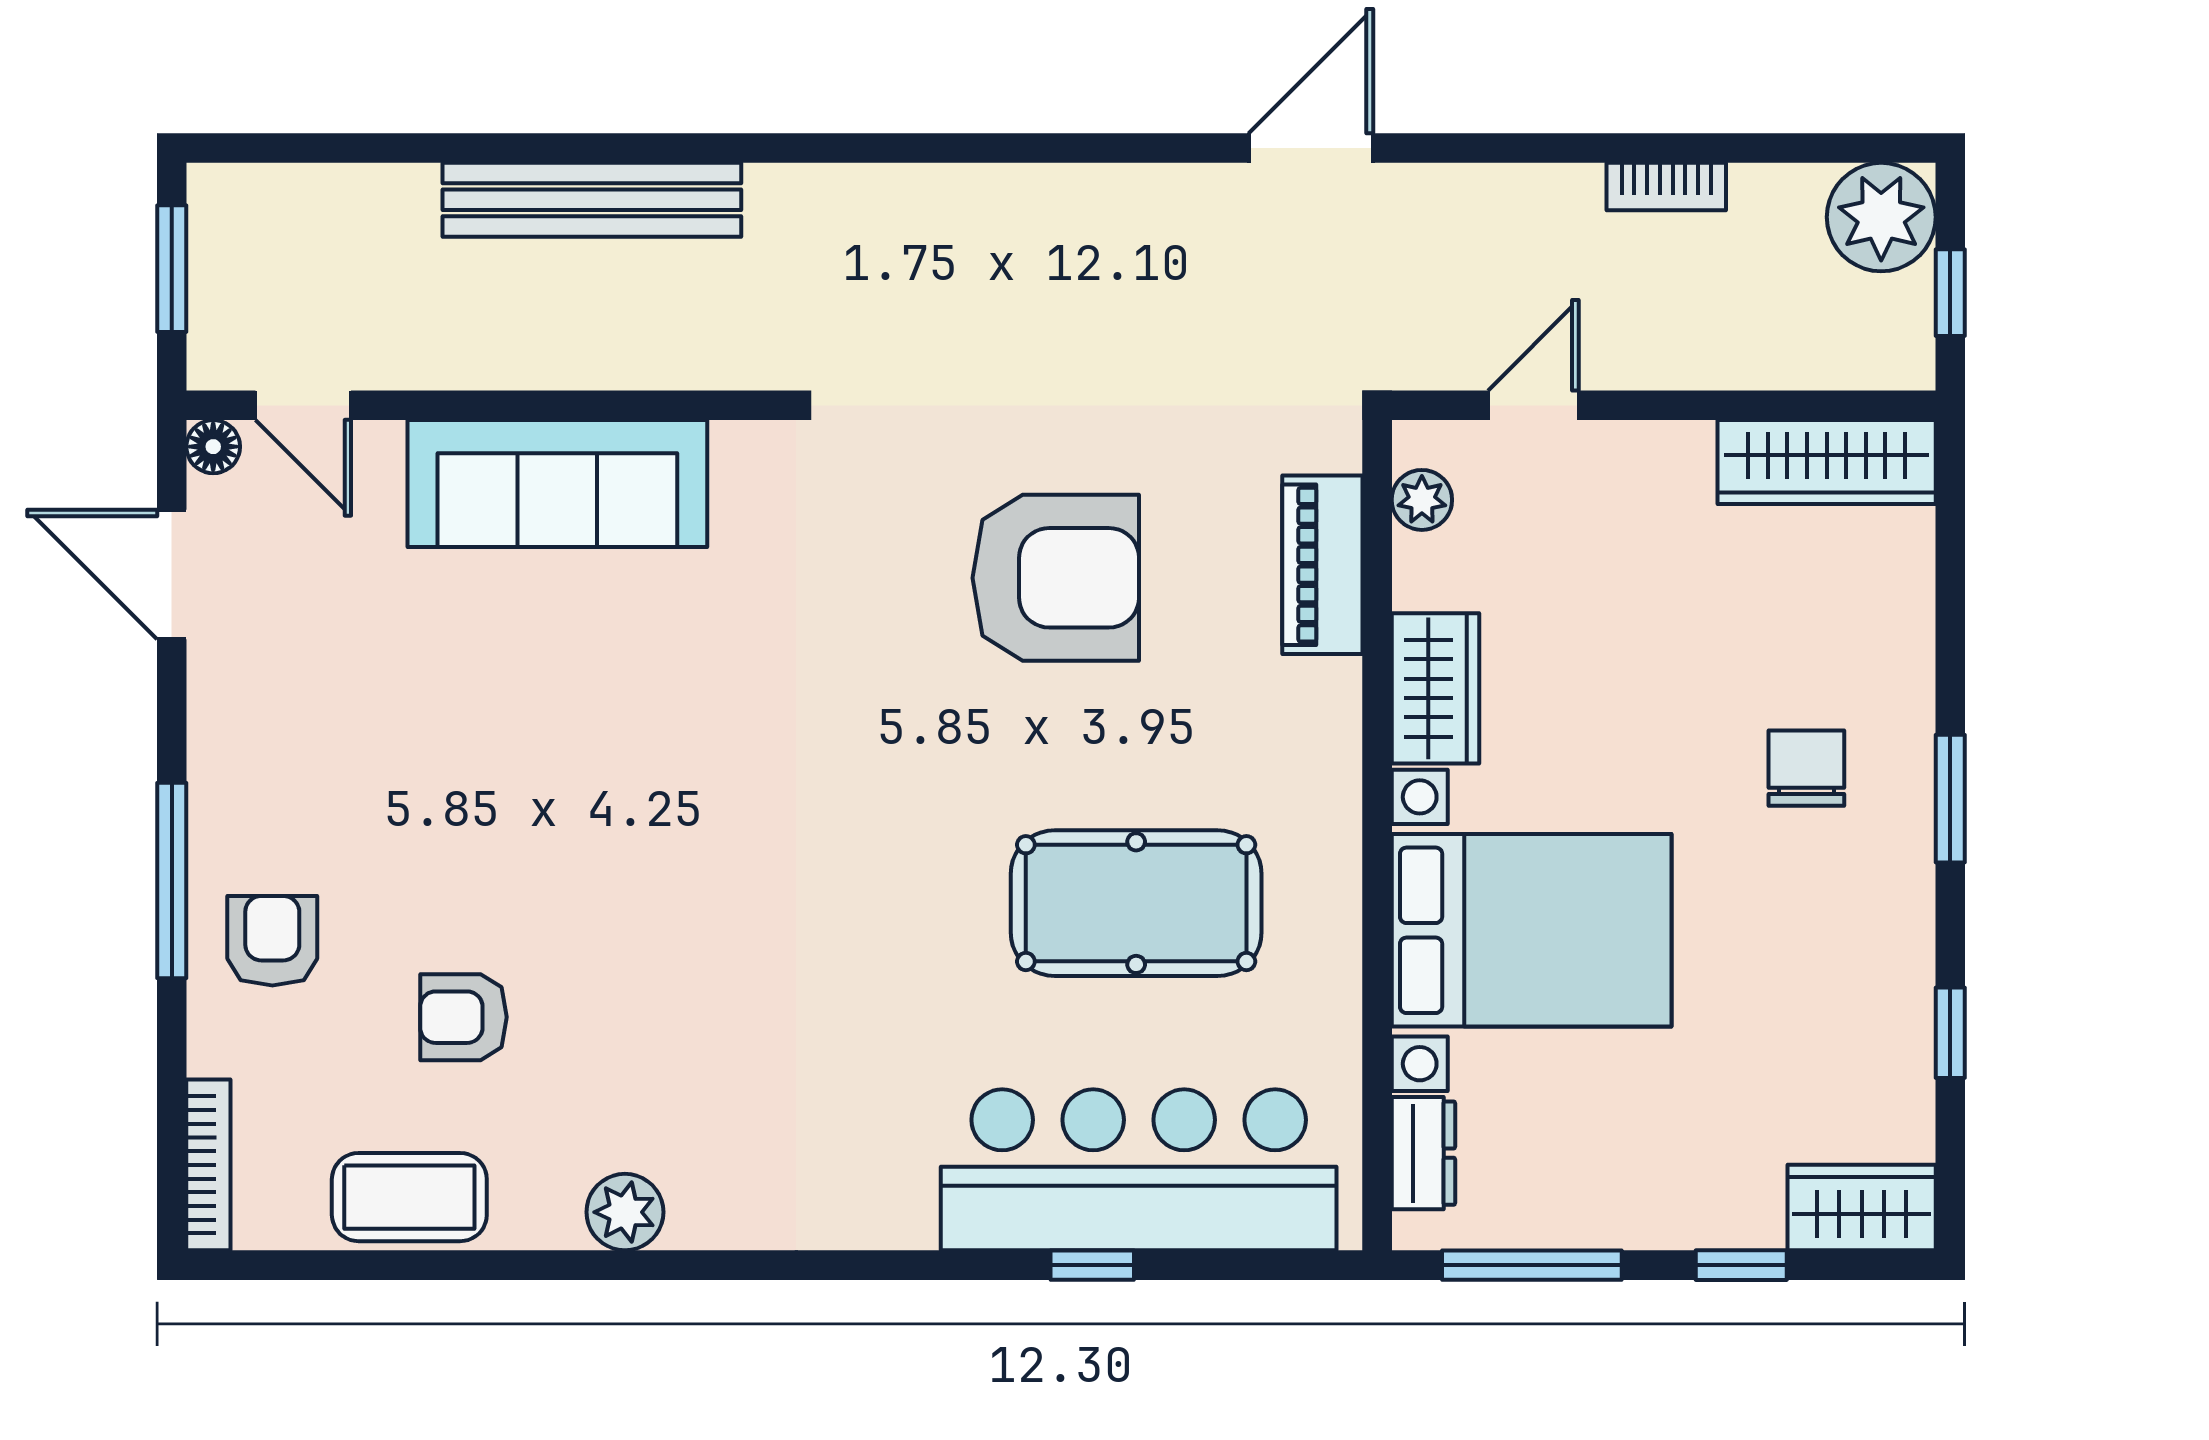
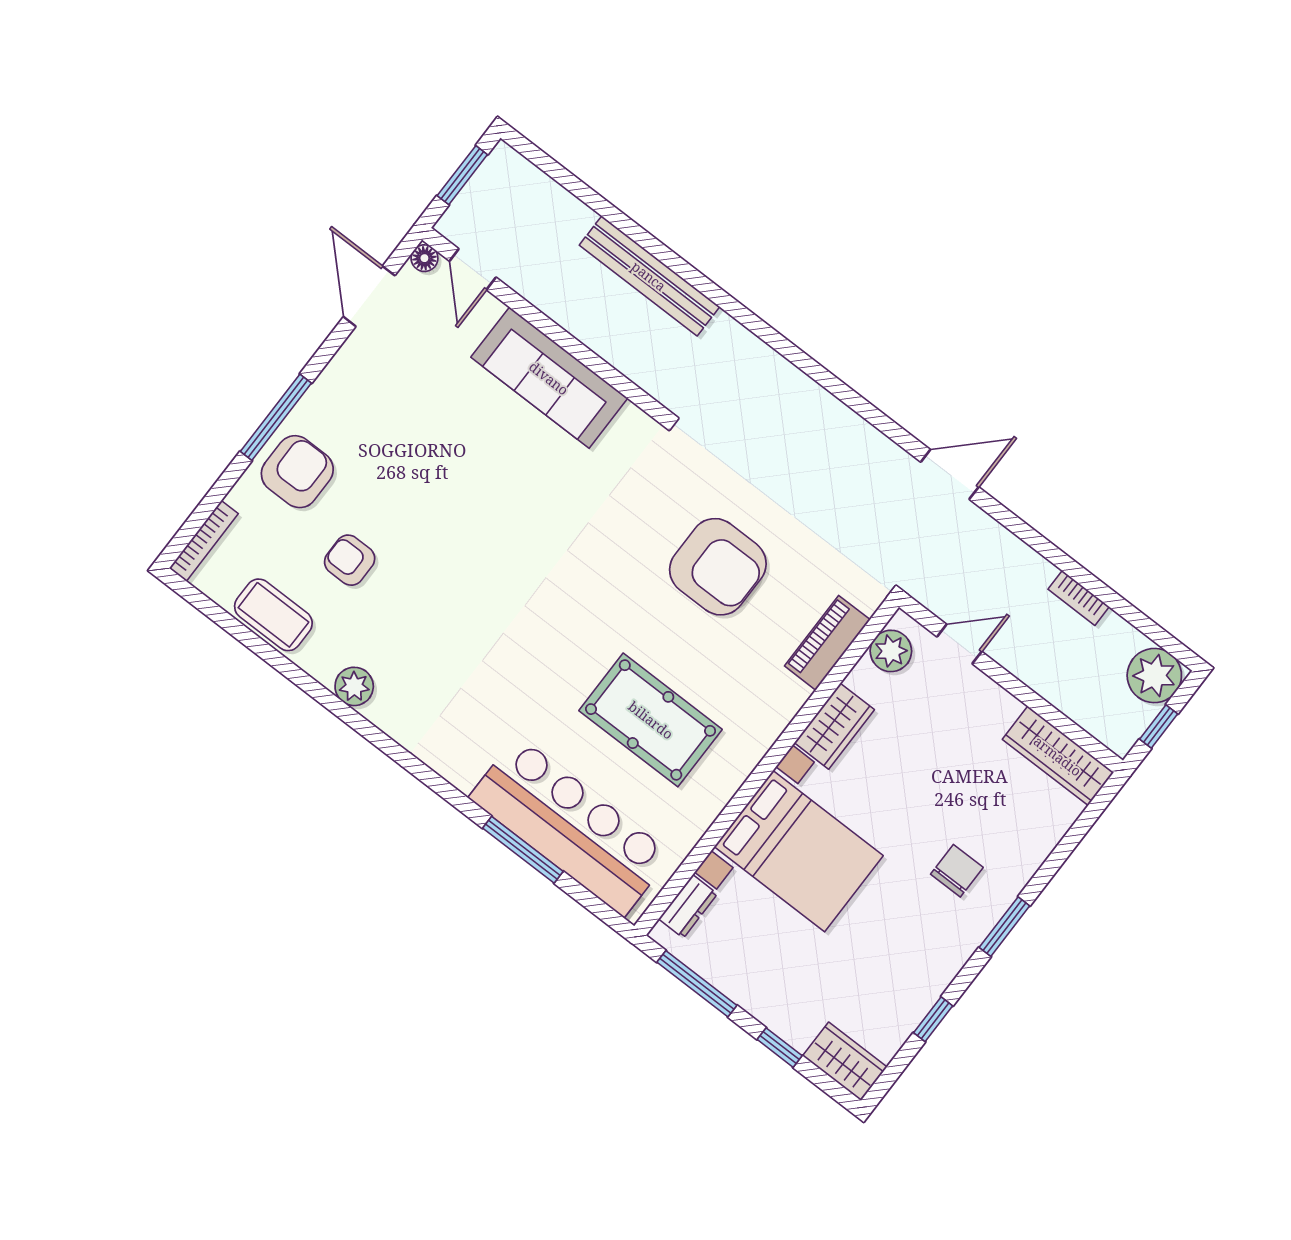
plant: (1422, 500) -> (891, 651), width x1.38, depth x1.38
armchair: (272, 941) -> (297, 472), width x1.38, depth x1.38
window: (1092, 1265) -> (523, 850), width x2.17

